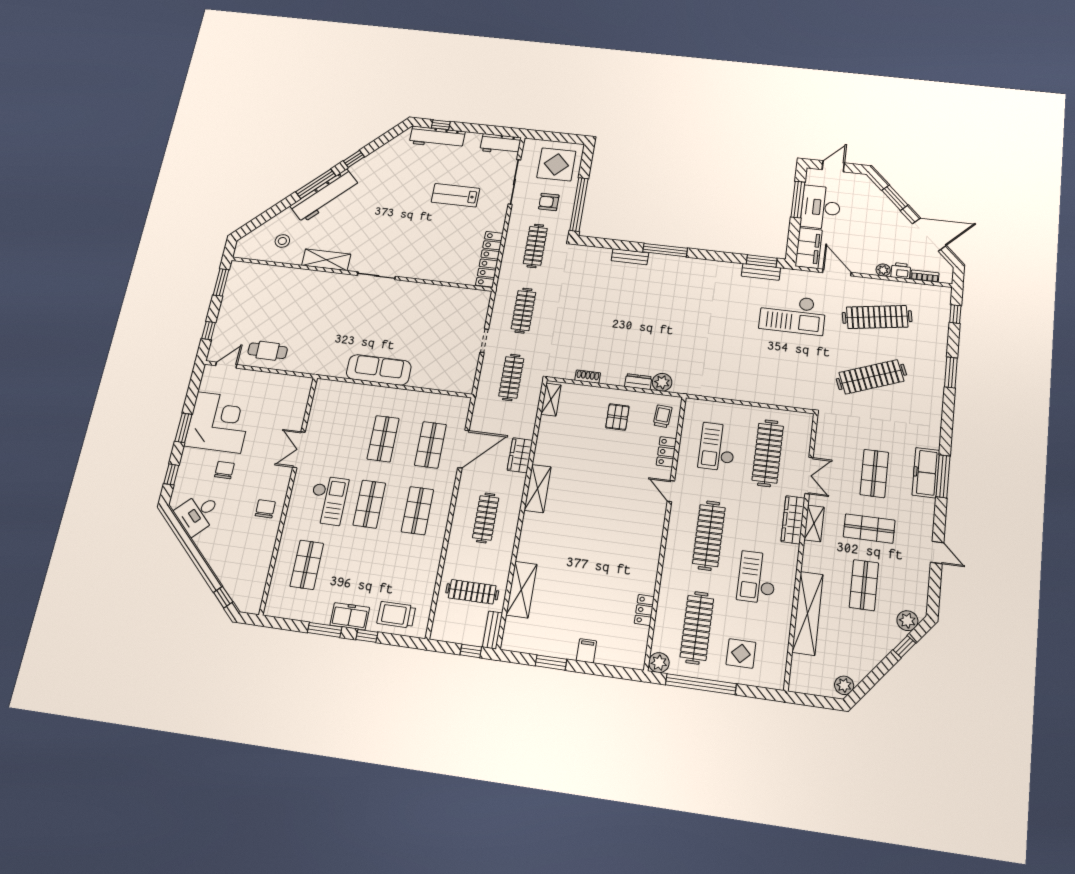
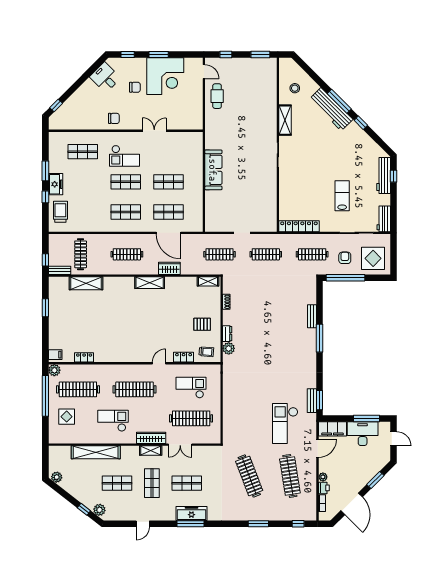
filing cabinet: (586, 651) -> (55, 355), moved

